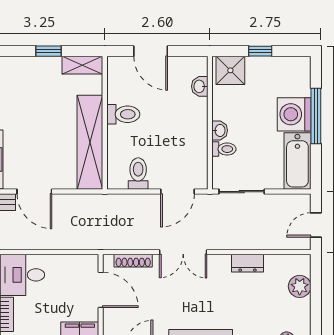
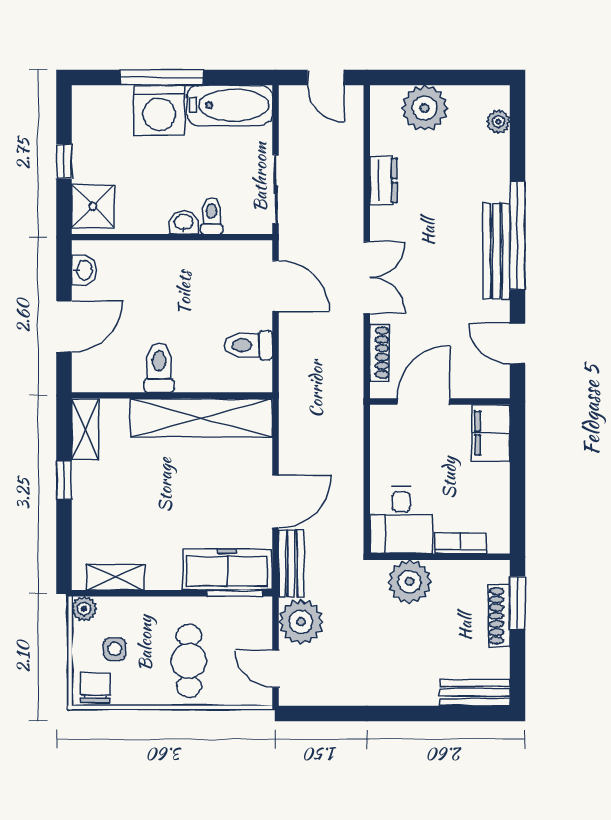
washbasin: (200, 86) -> (84, 270), moved, turned -90
plant: (300, 286) -> (425, 108), width x1.36, depth x1.36

